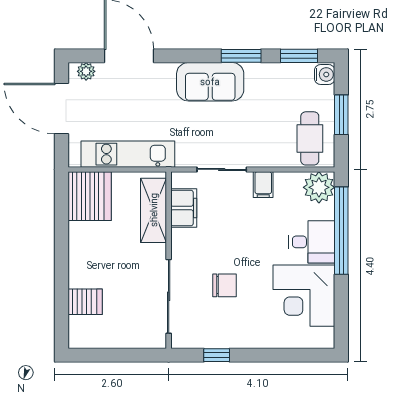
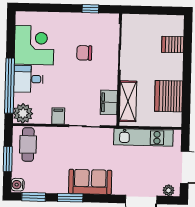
server rack: (90, 196) -> (169, 96), moved

